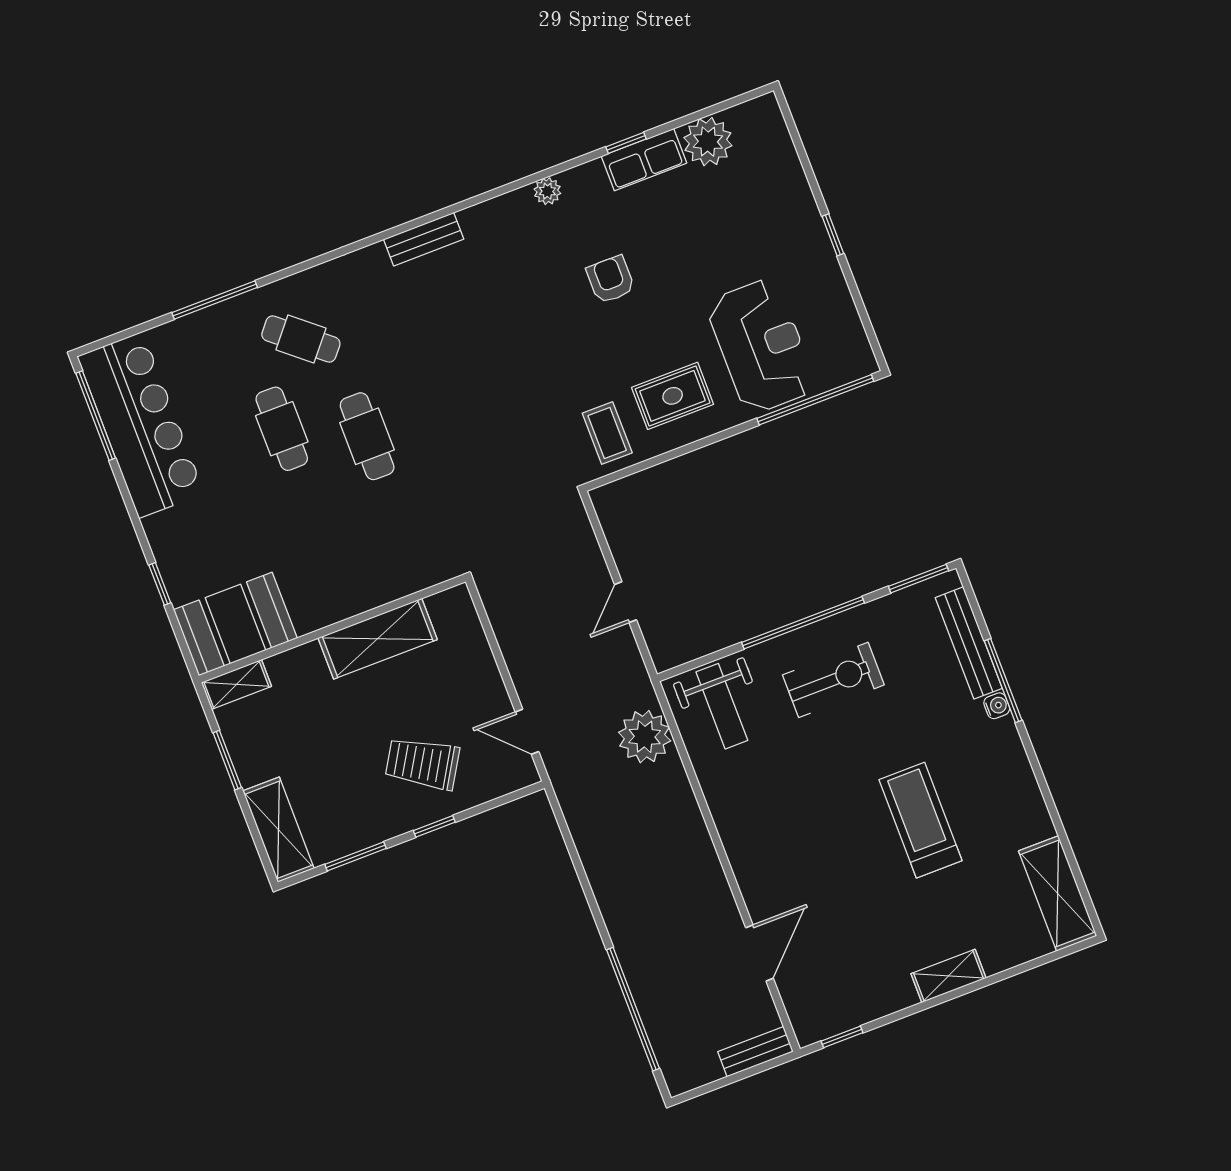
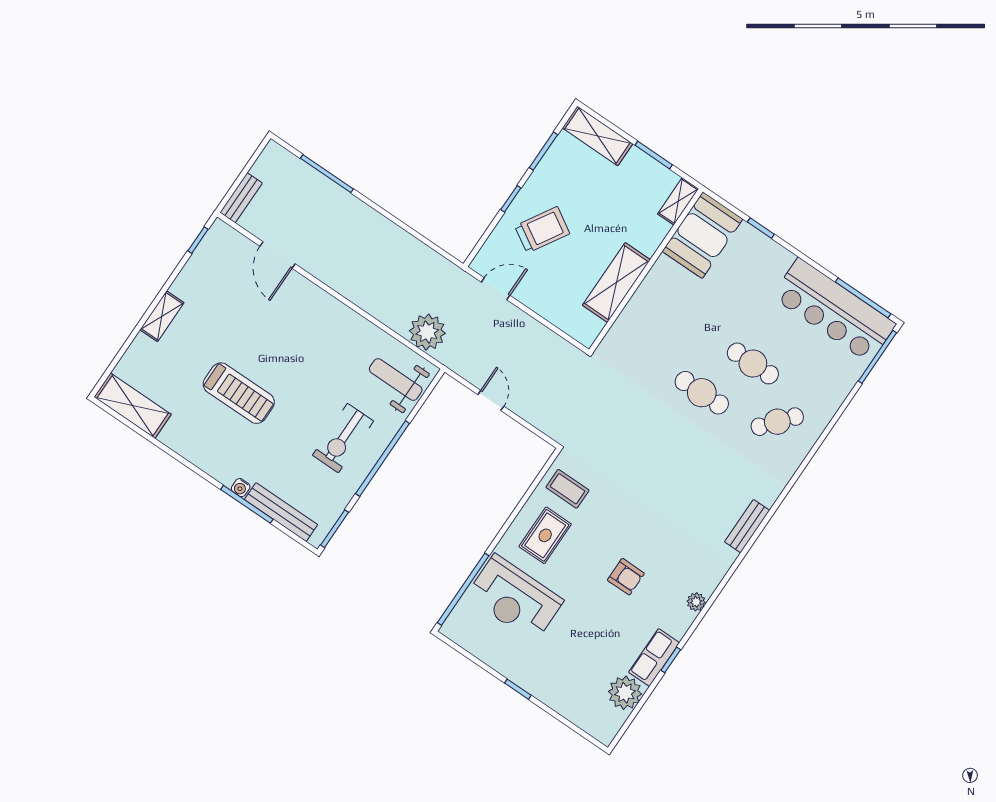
window: (215, 300) -> (877, 357), moved
window: (633, 1009) -> (327, 174), width x0.68

